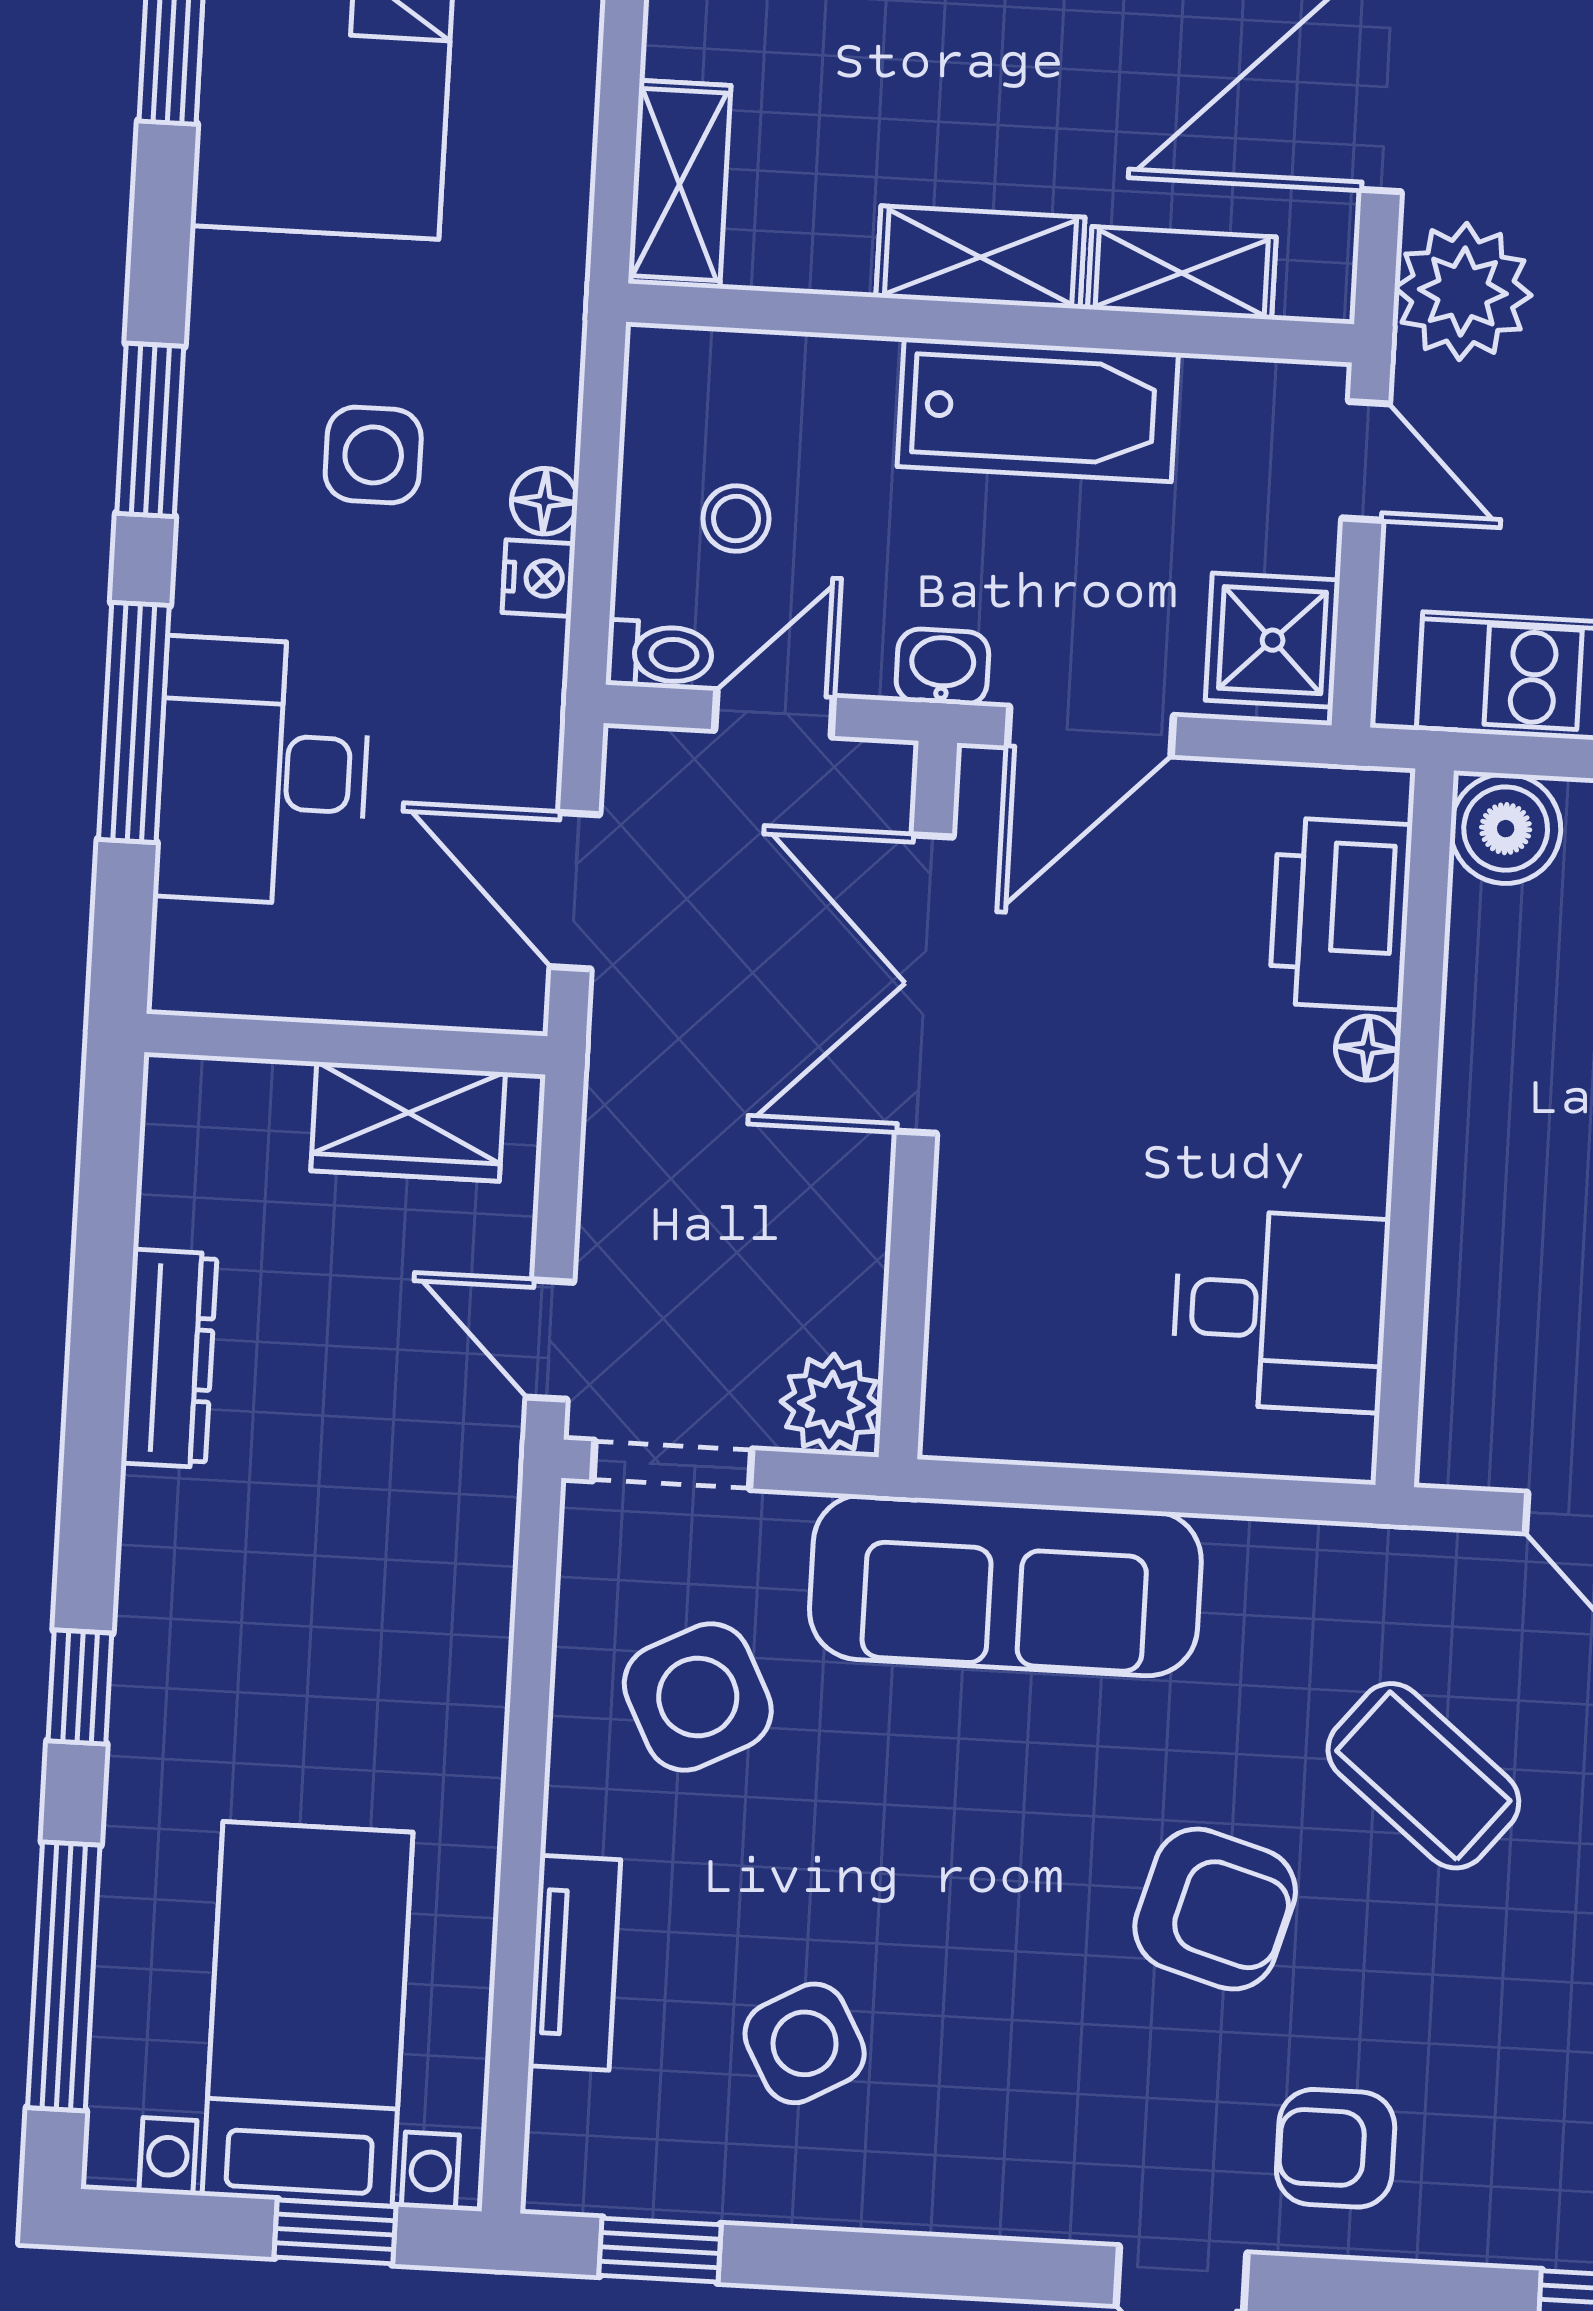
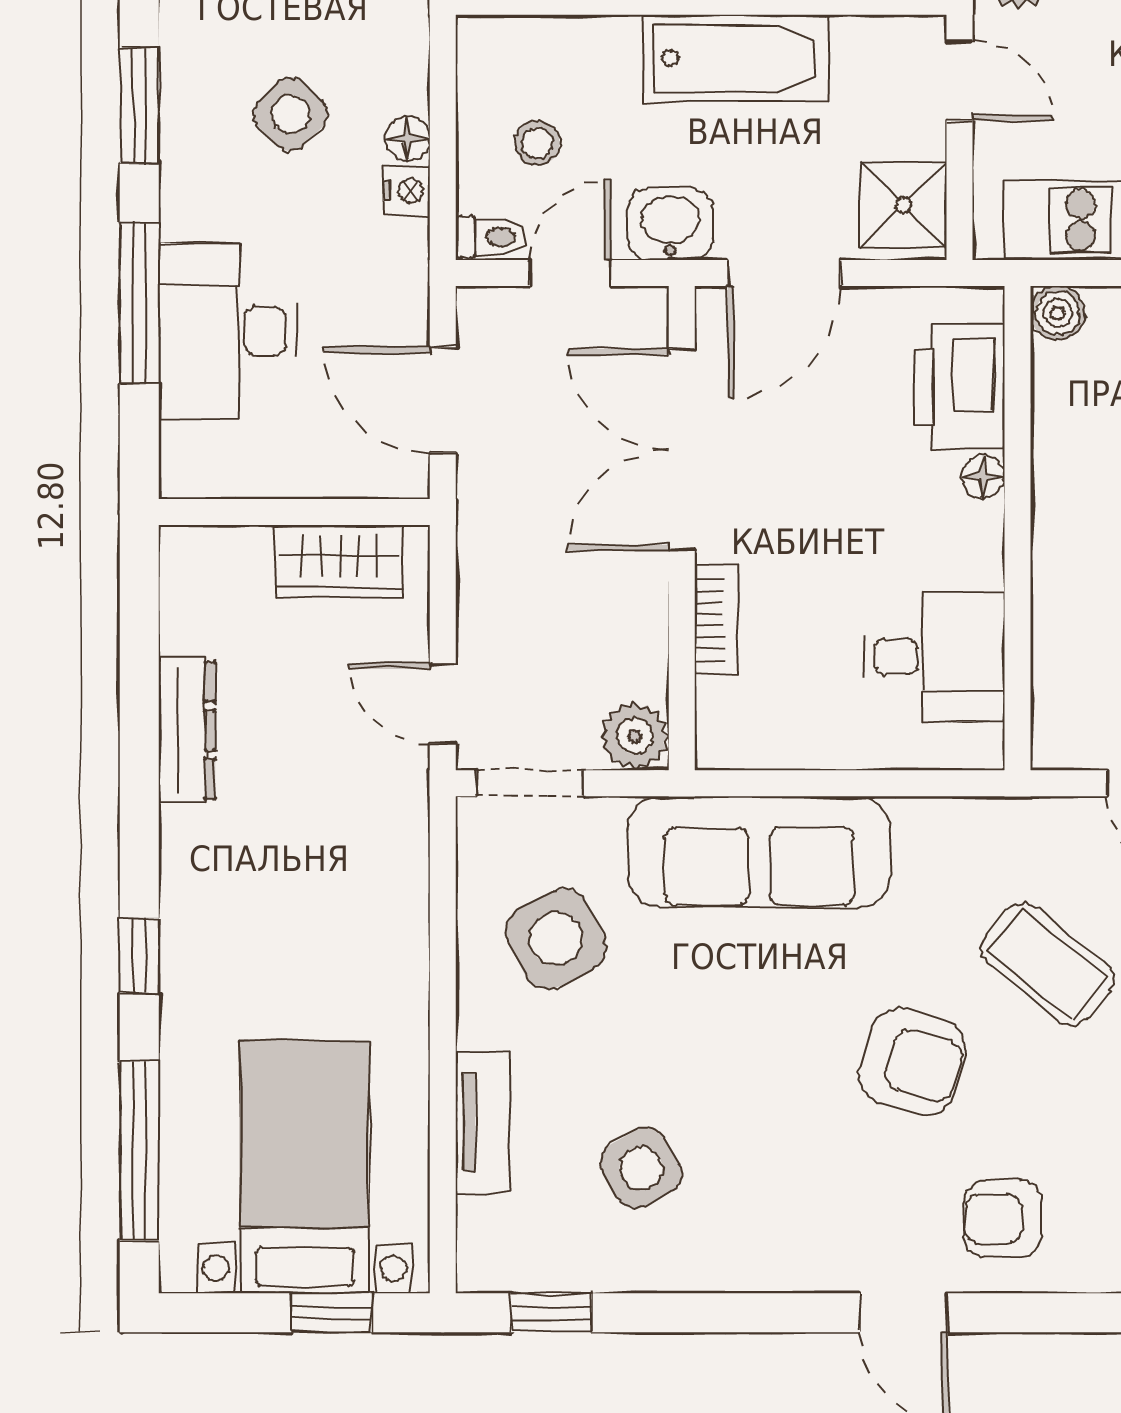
side table: (373, 455) -> (290, 114), turned 45
washbasin: (942, 667) -> (670, 224), width x1.38, depth x1.45
boiler: (1506, 829) -> (1058, 313), width x0.73, depth x0.73
bookcase: (961, 1238) -> (716, 620), added

